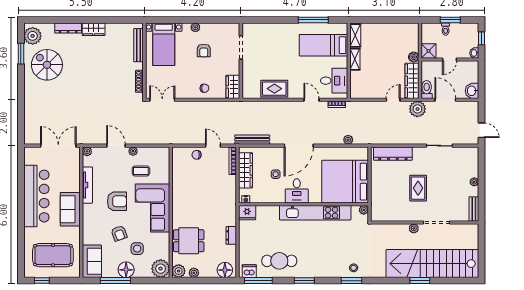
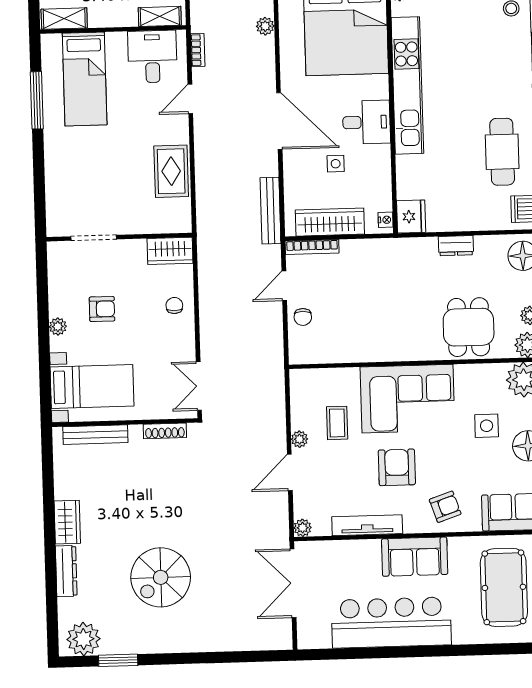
shelving: (355, 59) -> (160, 16), moved
spiral stairs: (47, 65) -> (161, 577), moved
armchair: (119, 233) -> (445, 507), moved

